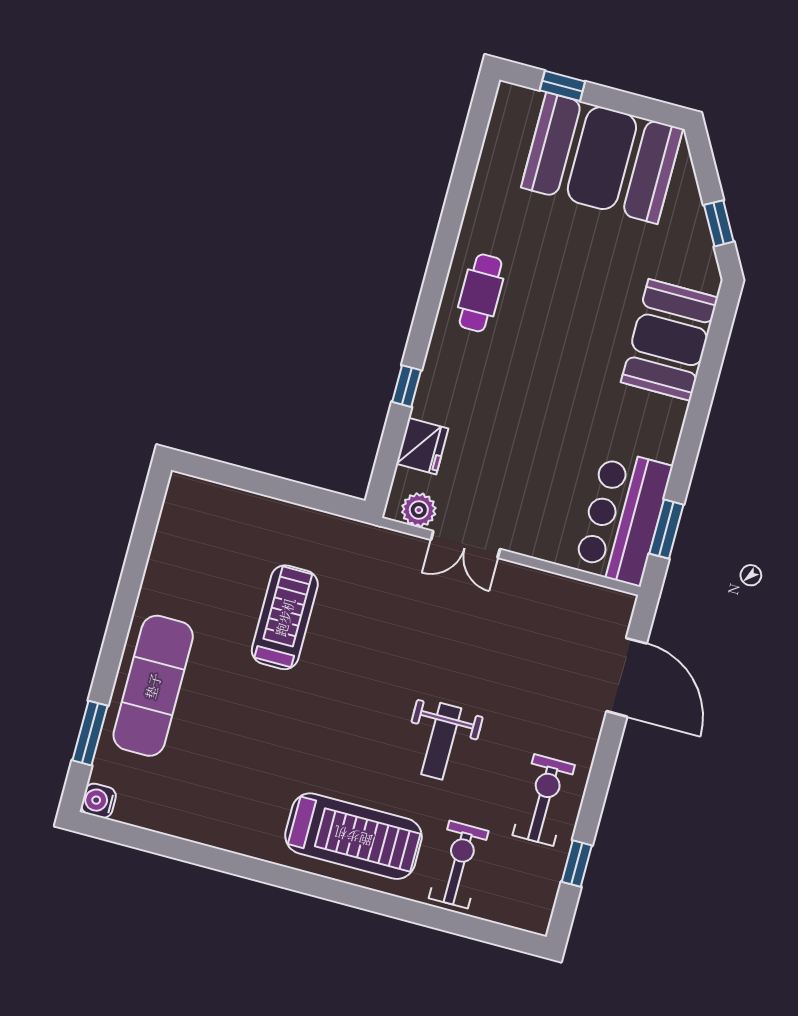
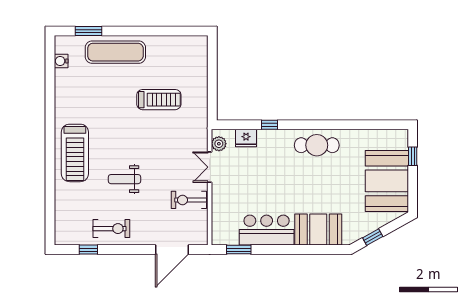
cafe table: (481, 293) -> (317, 145), width x1.37, depth x1.35
bar counter: (623, 517) -> (267, 230), moved
water cooler: (99, 801) -> (61, 61), moved, turned -90
exercise bike: (459, 865) -> (189, 200), moved, turned 180

